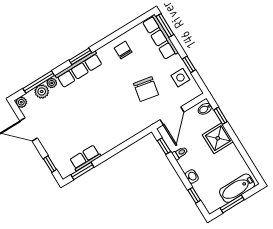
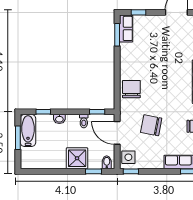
window: (189, 64) -> (131, 171), moved
side table: (180, 78) -> (128, 157), moved
chair: (124, 127) -> (131, 89), added
row of seats: (85, 158) -> (126, 28), moved
bathtub: (237, 188) -> (28, 130), moved

